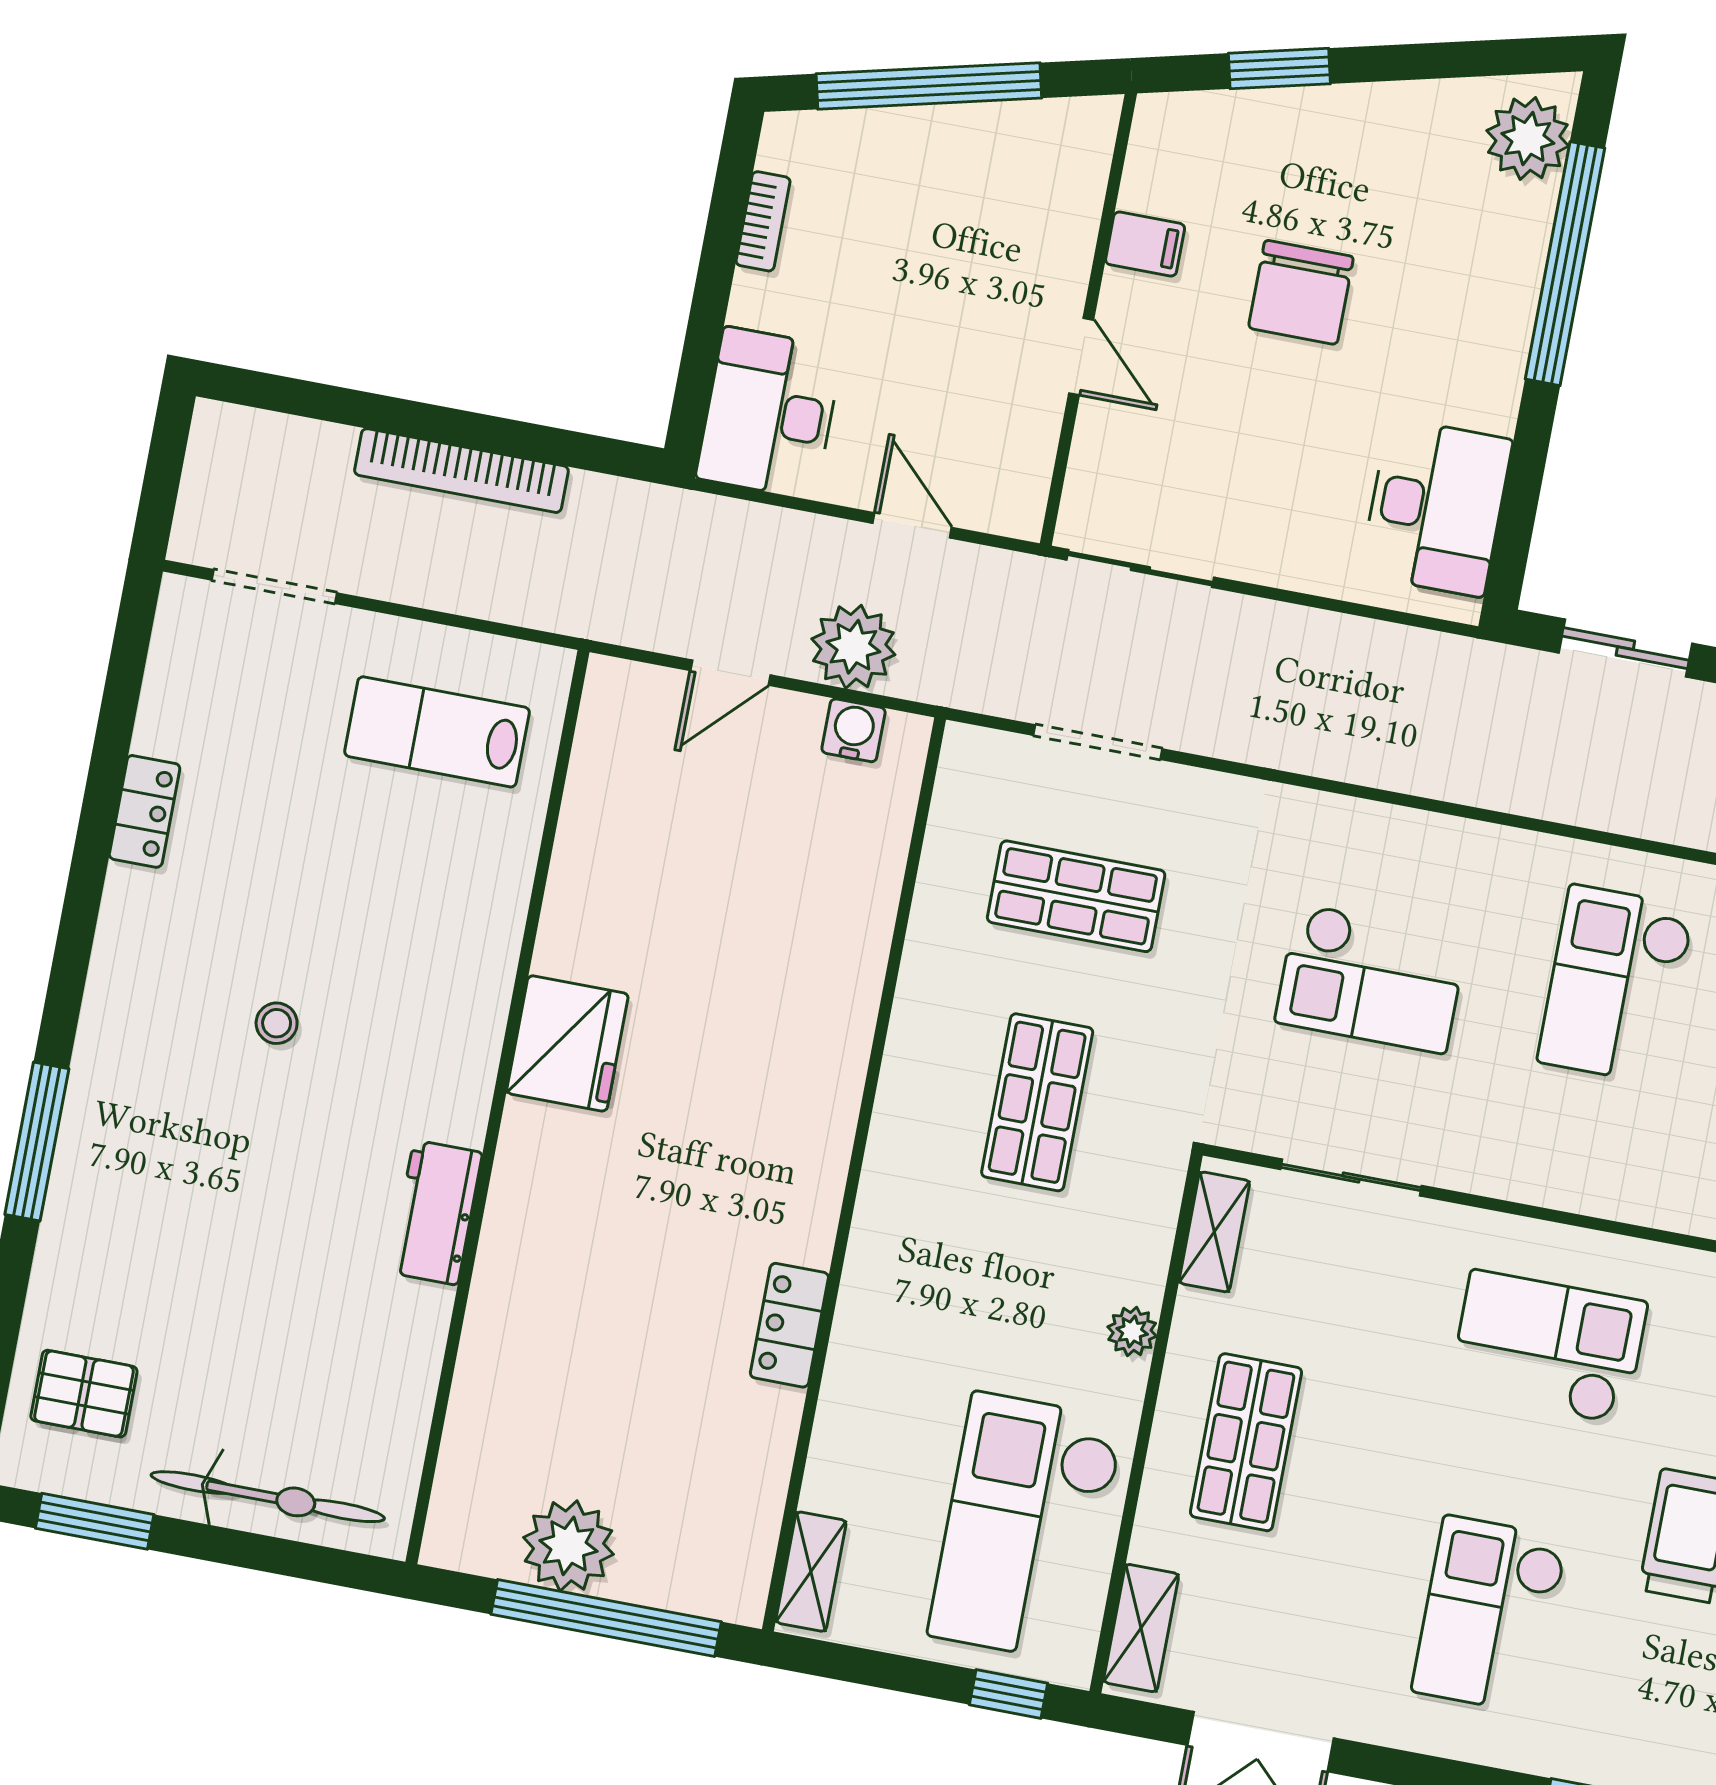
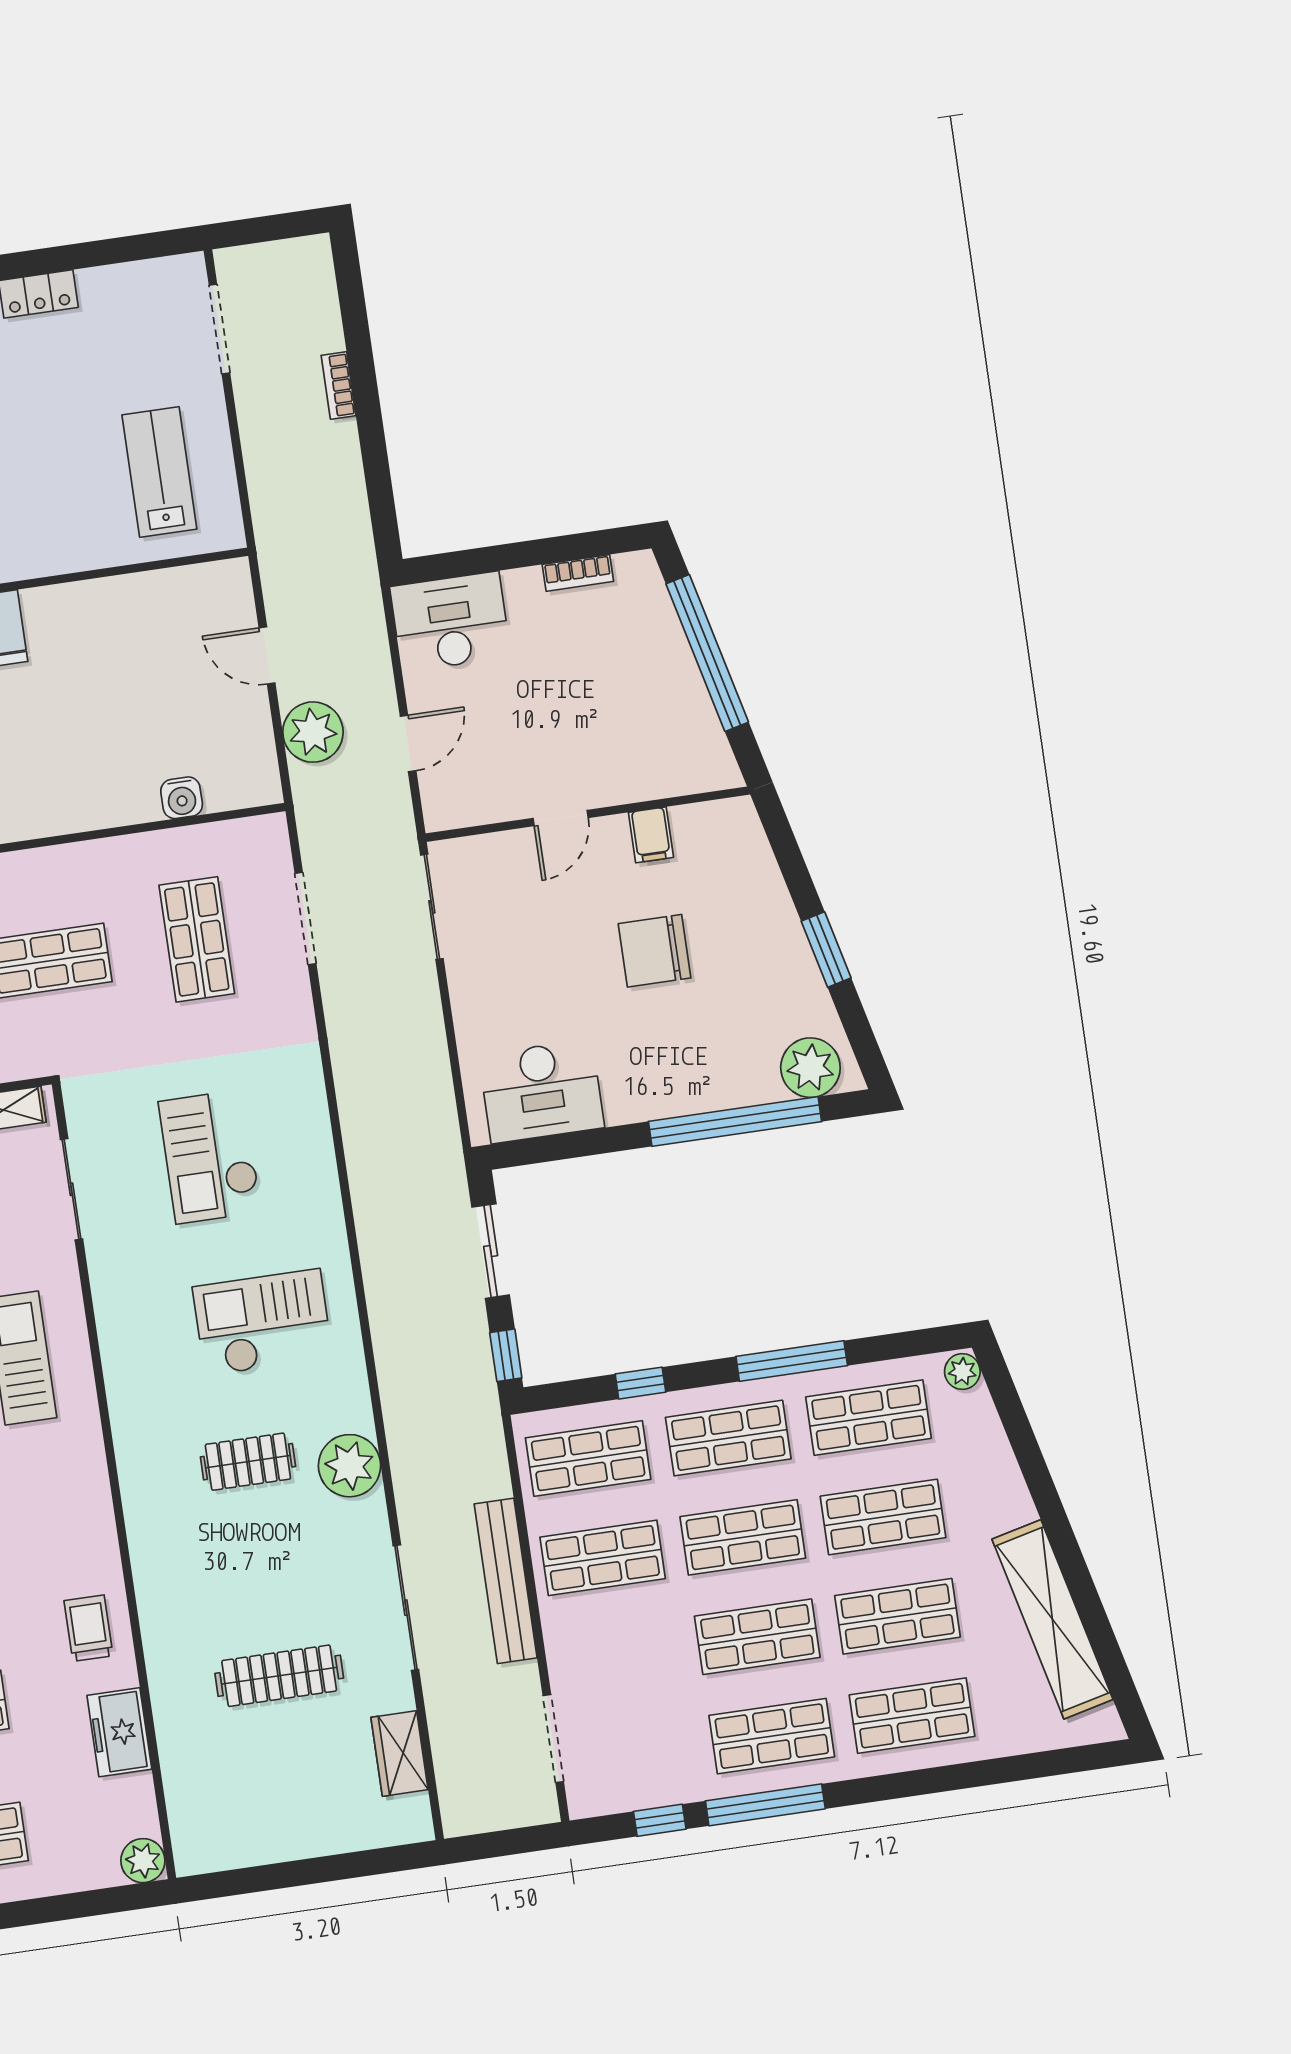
window: (1279, 69) -> (826, 950), moved
bookcase: (461, 471) -> (338, 385), width x0.43, depth x0.76
water cooler: (854, 730) -> (182, 798), moved, turned 90

